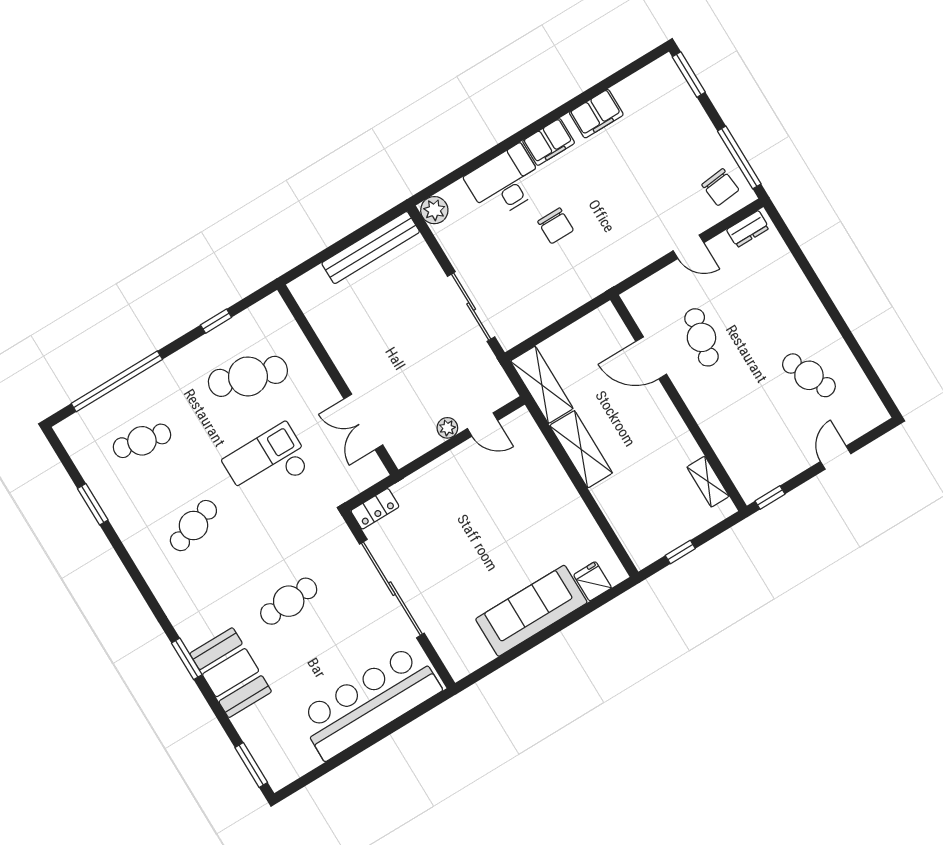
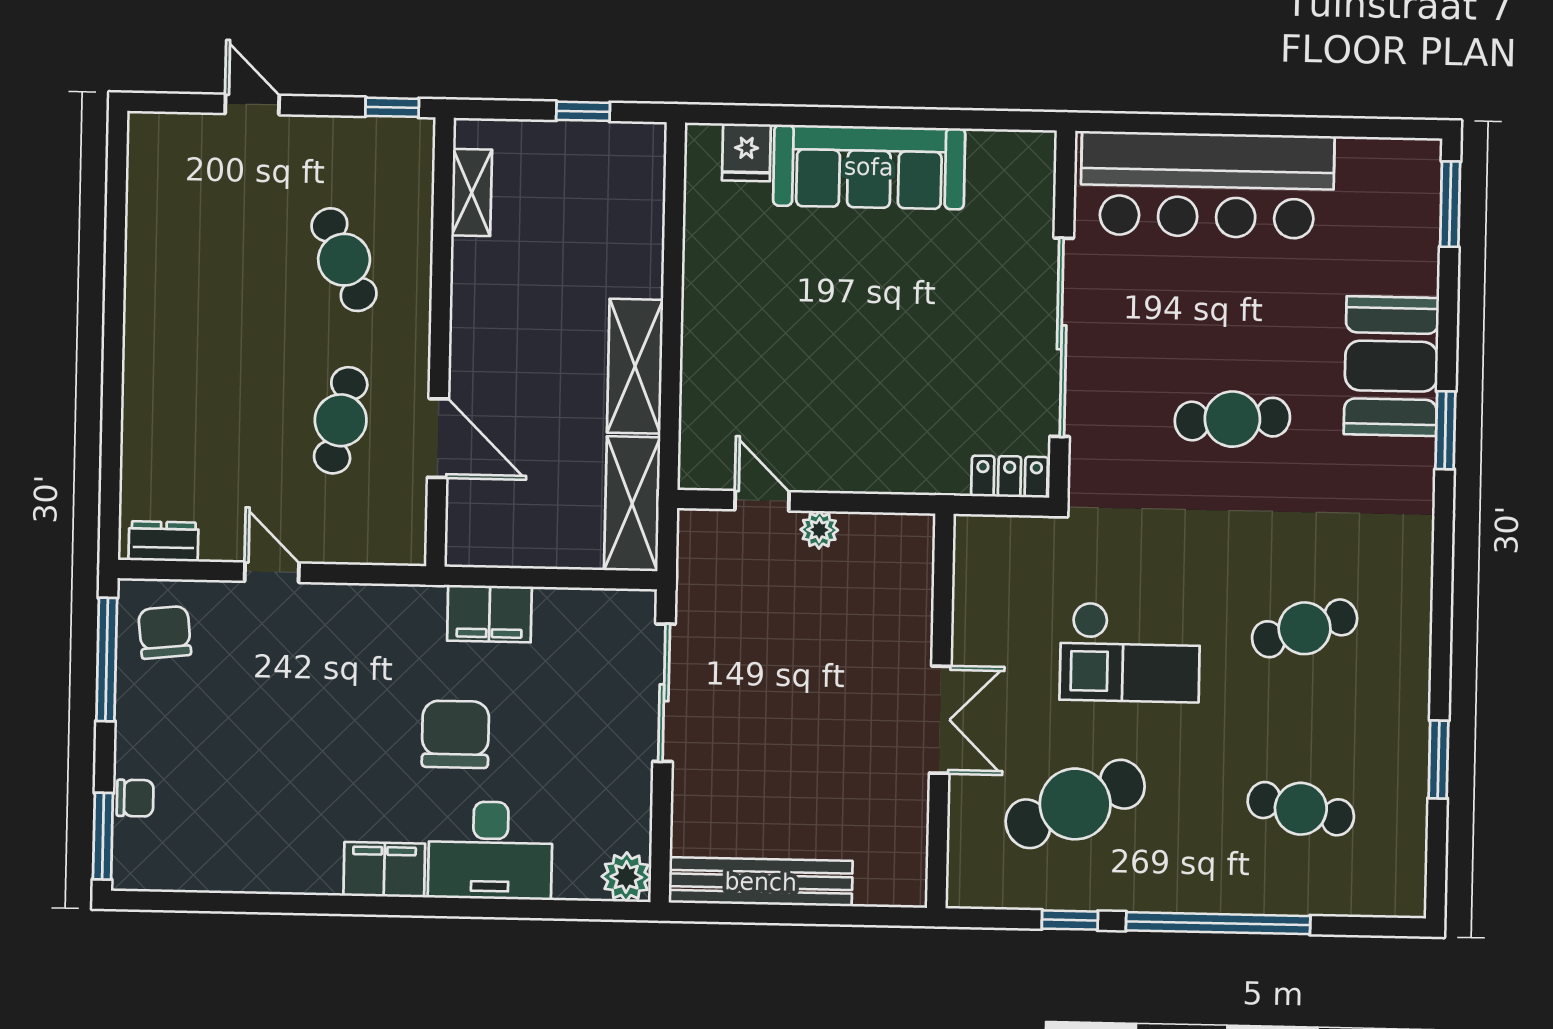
chair: (685, 102) -> (135, 798), added
filing cabinet: (596, 114) -> (489, 614), moved, turned 180
chair: (556, 226) -> (455, 734), width x1.37, depth x1.37
cafe table: (809, 375) -> (344, 260), moved
cafe table: (248, 376) -> (1075, 804), turned -42
window: (117, 381) -> (1218, 923), moved
double door: (363, 422) -> (940, 720), moved
door: (836, 458) -> (252, 104), swing flipped

